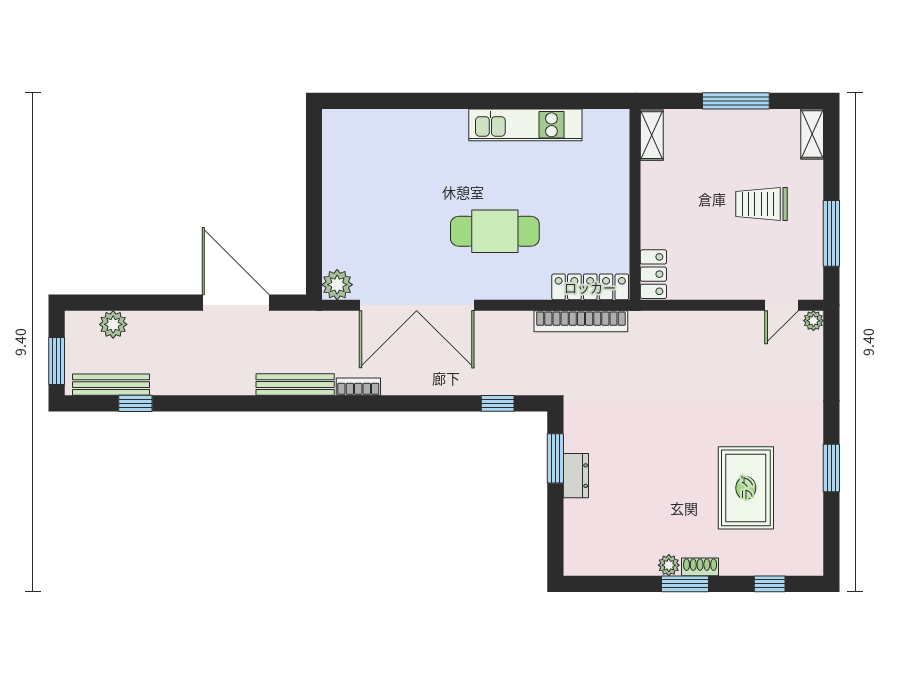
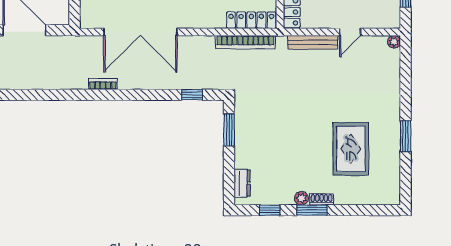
plant: (337, 285) -> (89, 19), removed
door: (782, 305) -> (350, 32), moved
bench: (295, 385) -> (313, 42), moved
dresser: (576, 476) -> (242, 183), moved
window: (770, 584) -> (270, 210), moved

